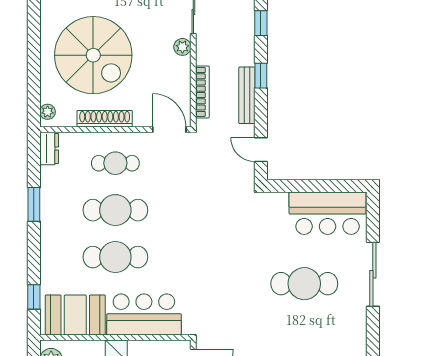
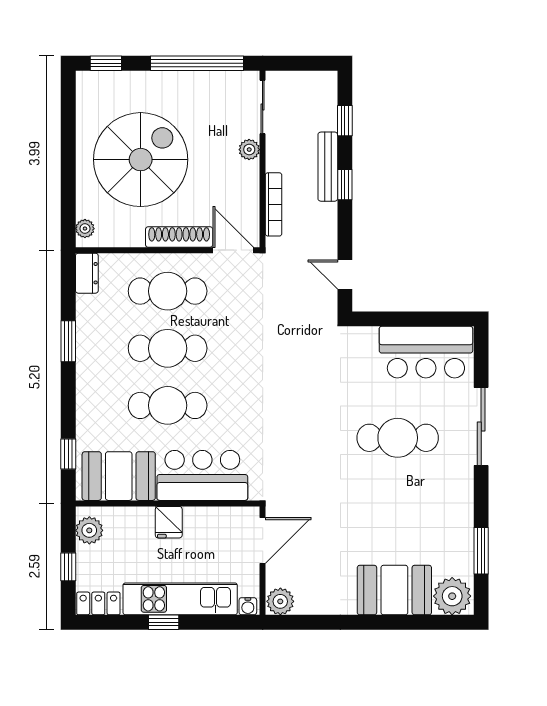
spiral stairs: (93, 55) -> (141, 160), turned -90
bench: (247, 95) -> (328, 167), moved
shoe rack: (105, 119) -> (179, 237), moved
cafe table: (115, 163) -> (168, 291), width x1.37, depth x1.35

